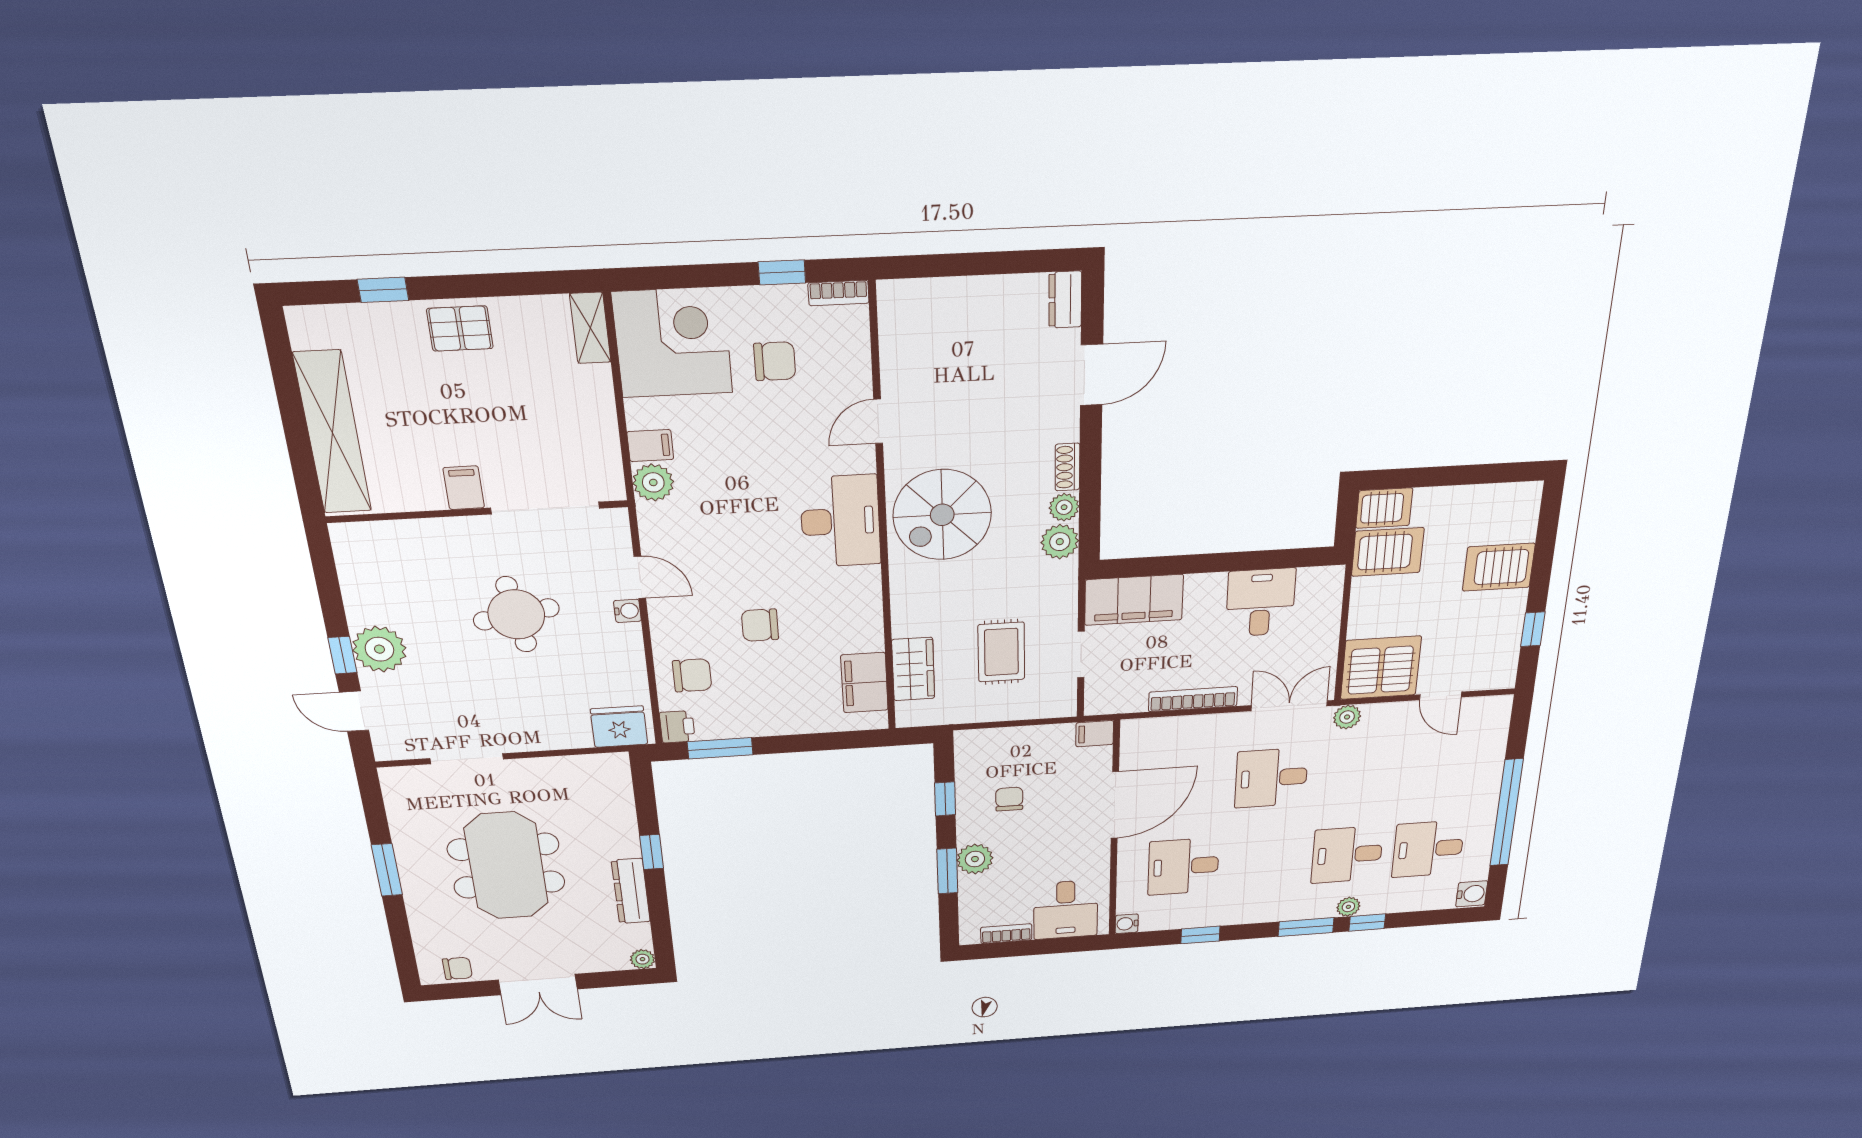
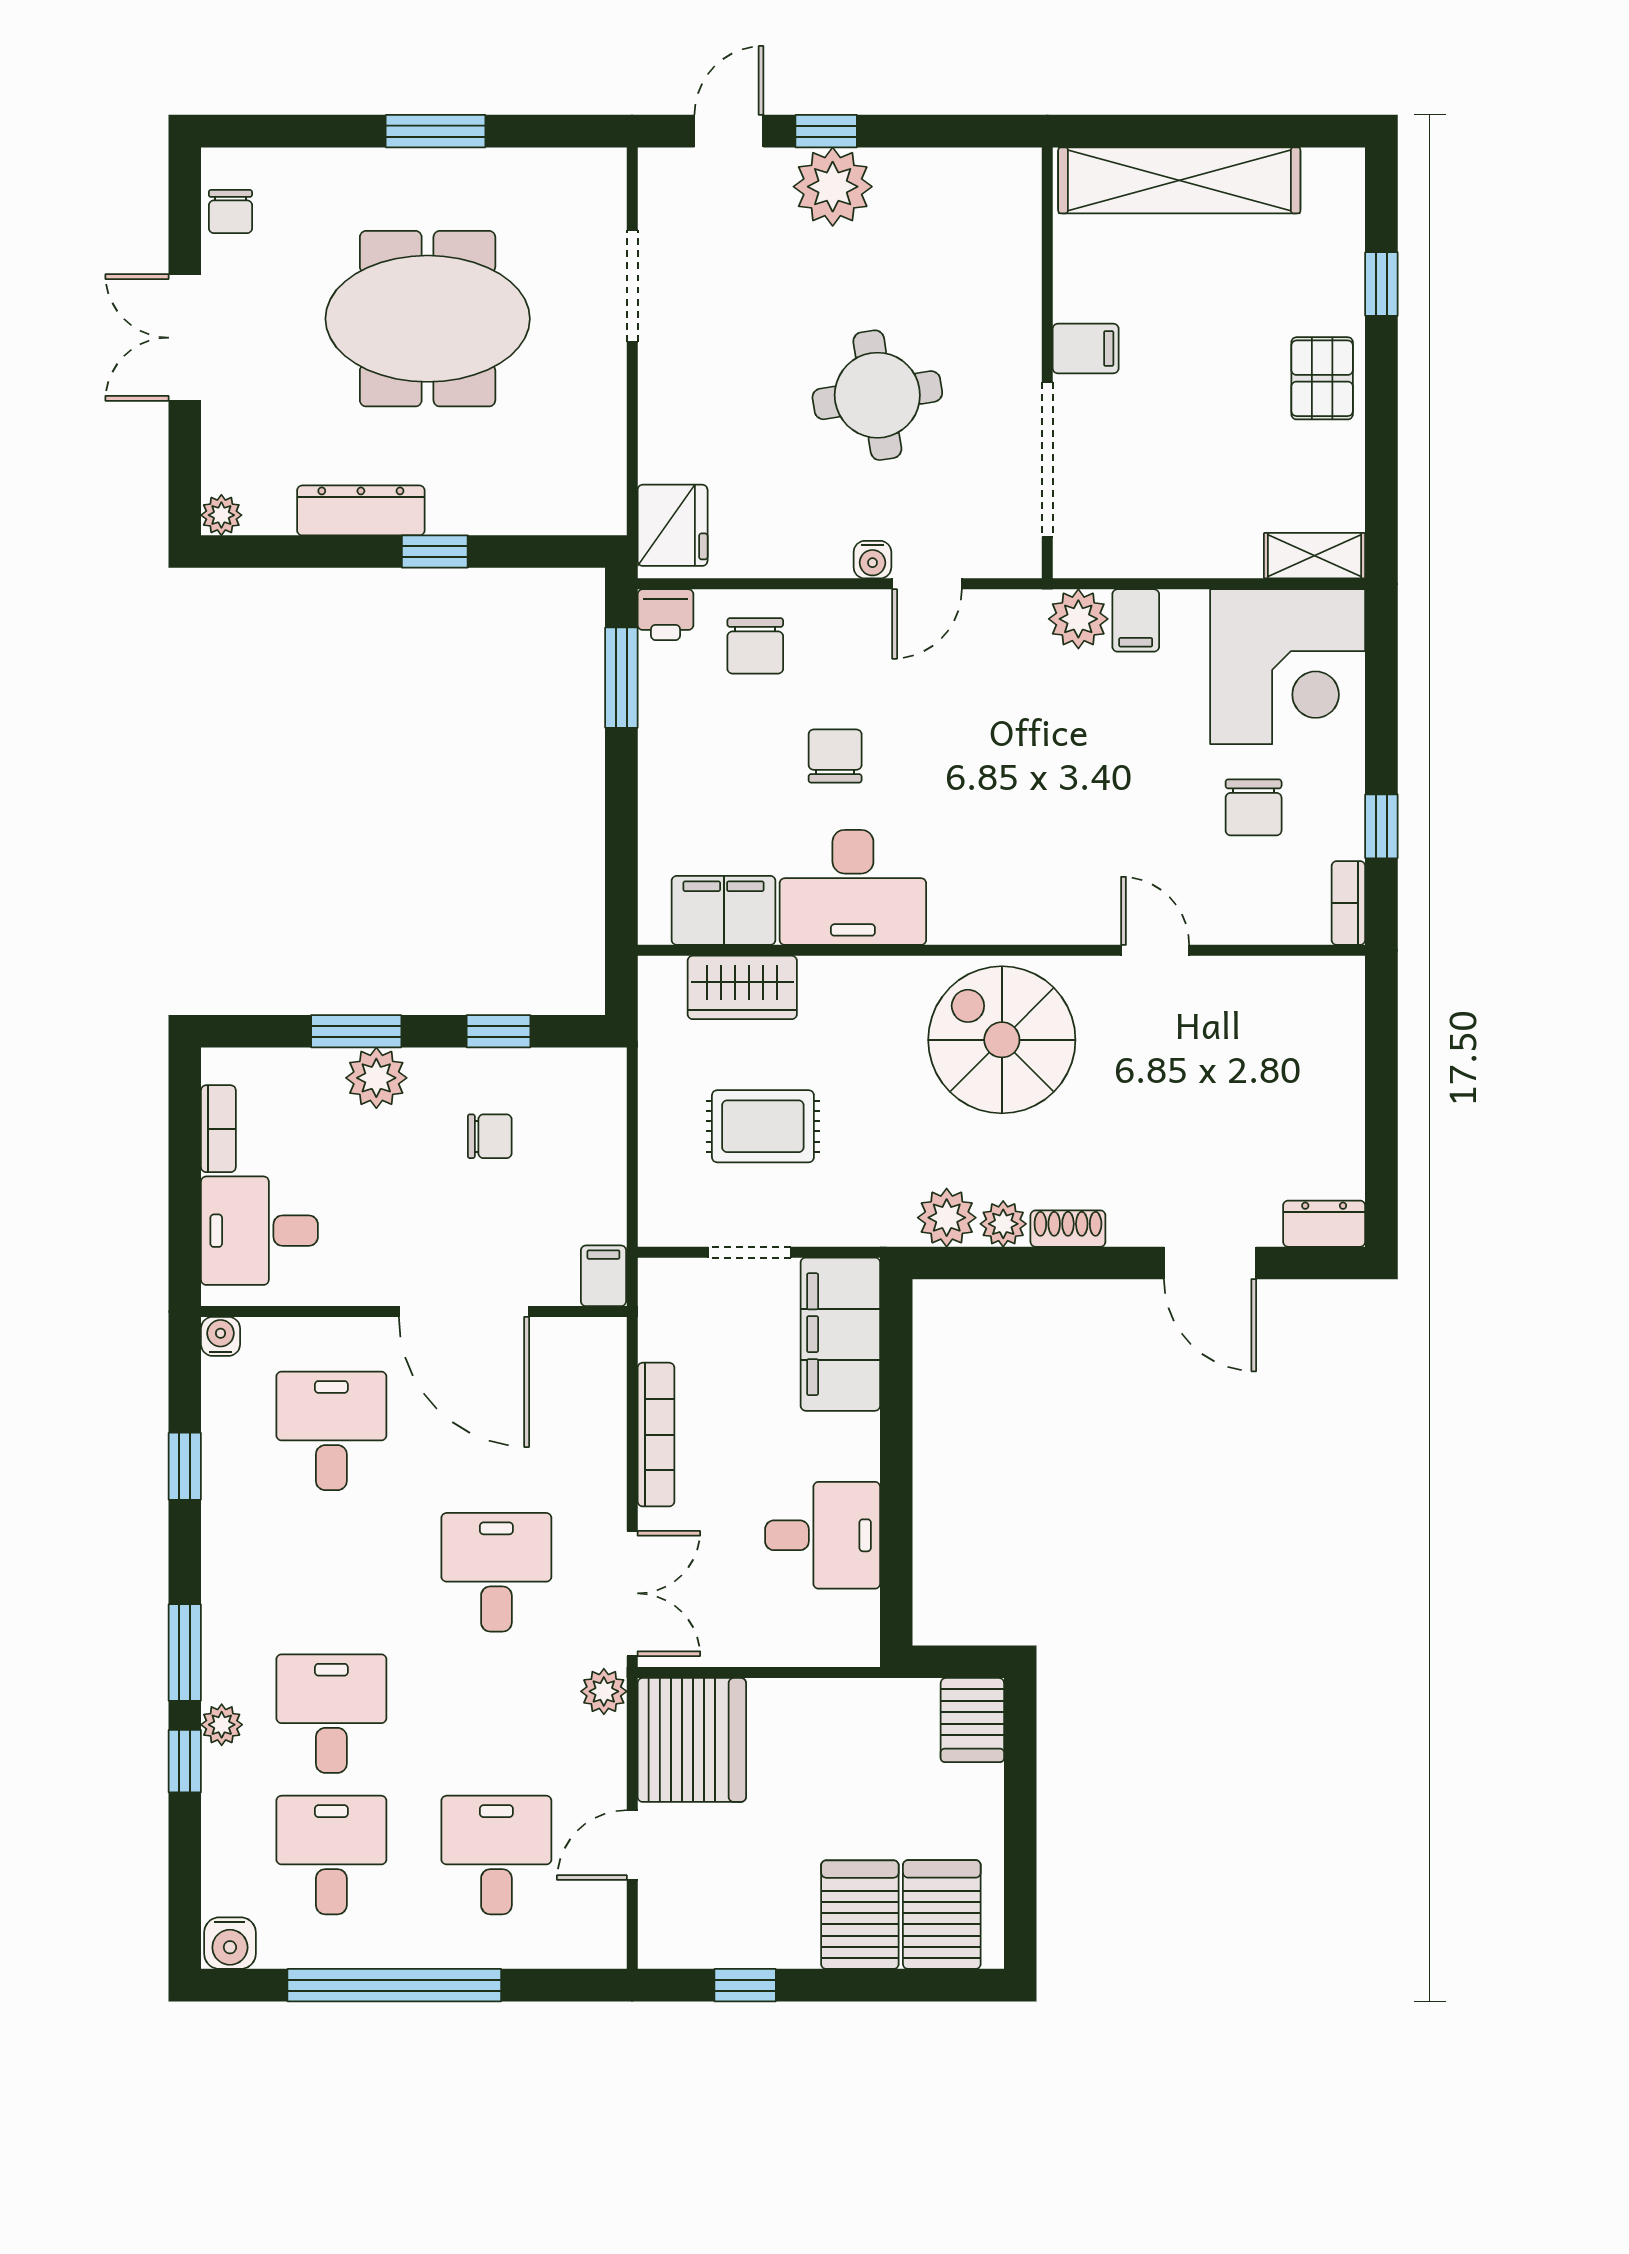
desk: (840, 521) -> (853, 887), moved
server rack: (1388, 552) -> (942, 1915), moved, turned 180
desk: (1438, 767) -> (496, 1855), added

